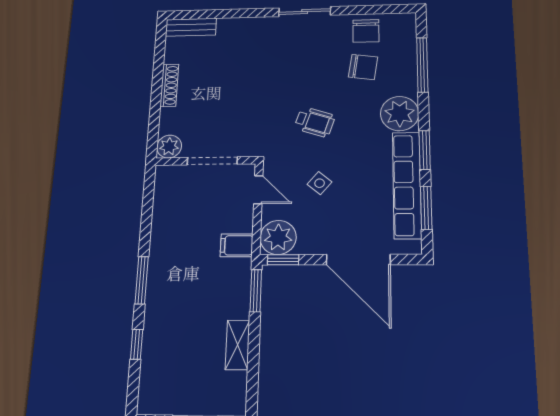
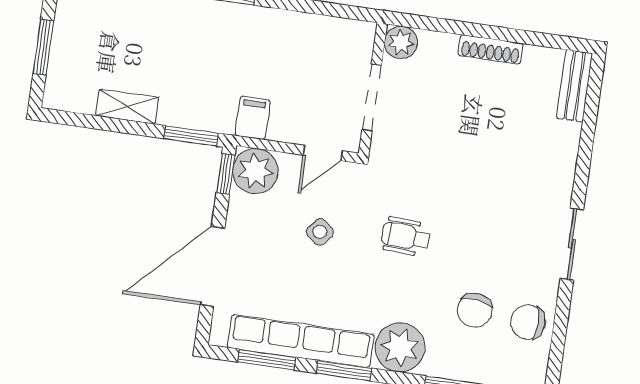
wheelchair: (315, 122) -> (406, 237), turned 75

